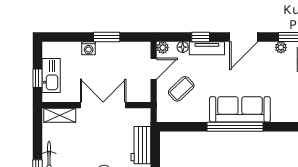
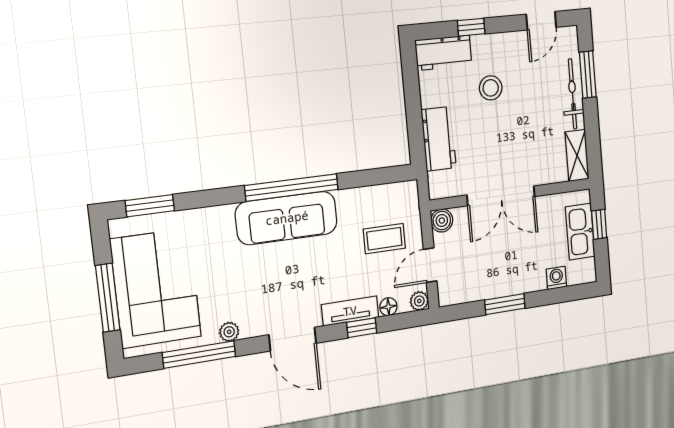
door: (244, 37) -> (293, 339), swing flipped
washing machine: (89, 48) -> (556, 278), moved
coffee table: (181, 89) -> (384, 239), turned 43
boiler: (143, 95) -> (442, 221), added
shelving: (60, 115) -> (577, 156), moved, turned 90

